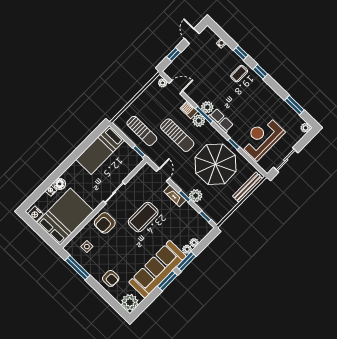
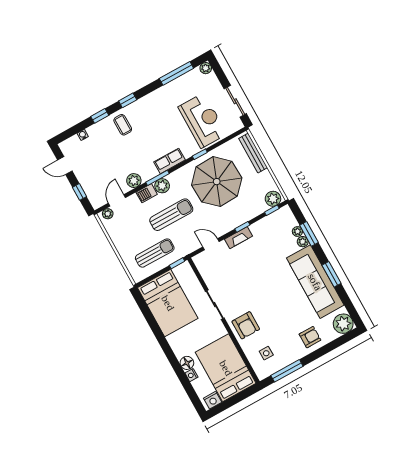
window: (294, 105) -> (176, 73), width x1.44
plant: (207, 107) -> (134, 181), moved
reception desk: (262, 138) -> (202, 121), turned 180
bed: (100, 150) -> (168, 303), width x1.50
plant: (196, 196) -> (273, 199), moved
coffee table: (143, 217) -> (252, 280), removed
window: (186, 261) -> (309, 234), moved

